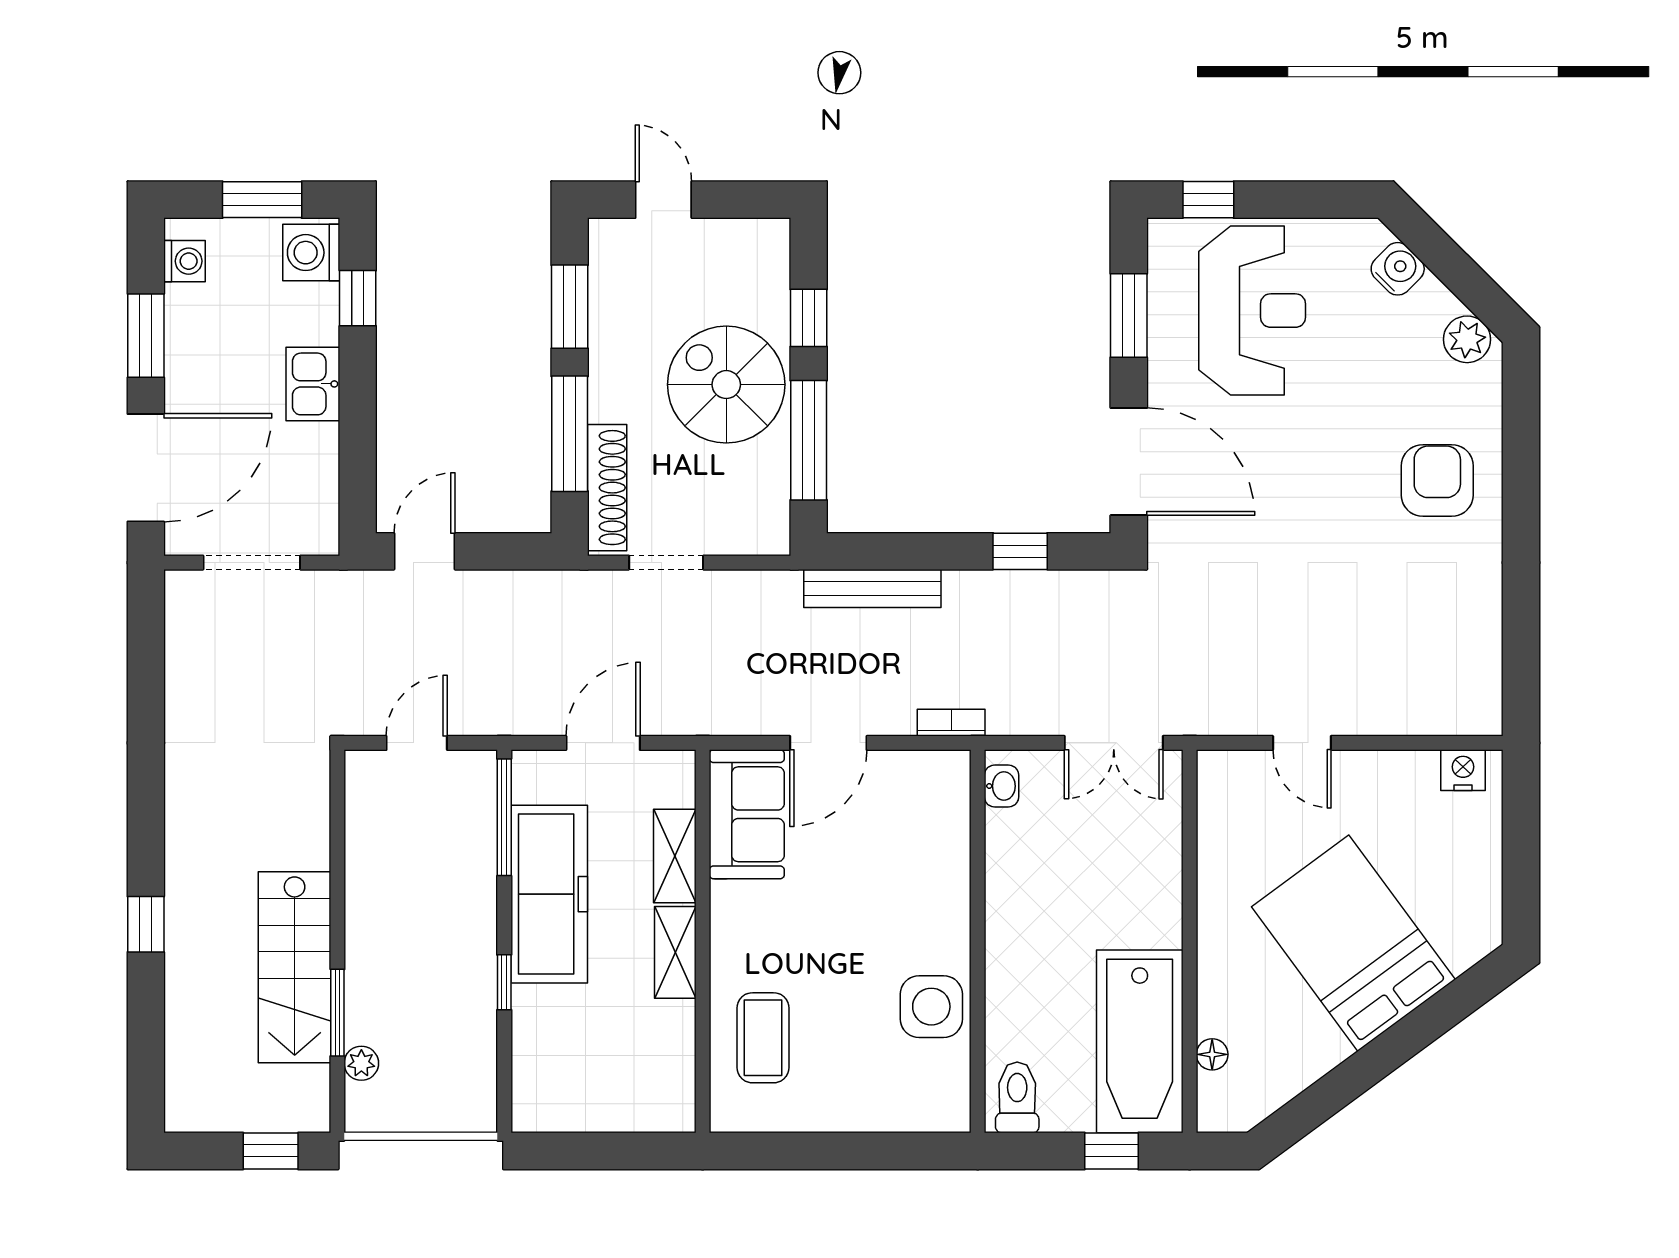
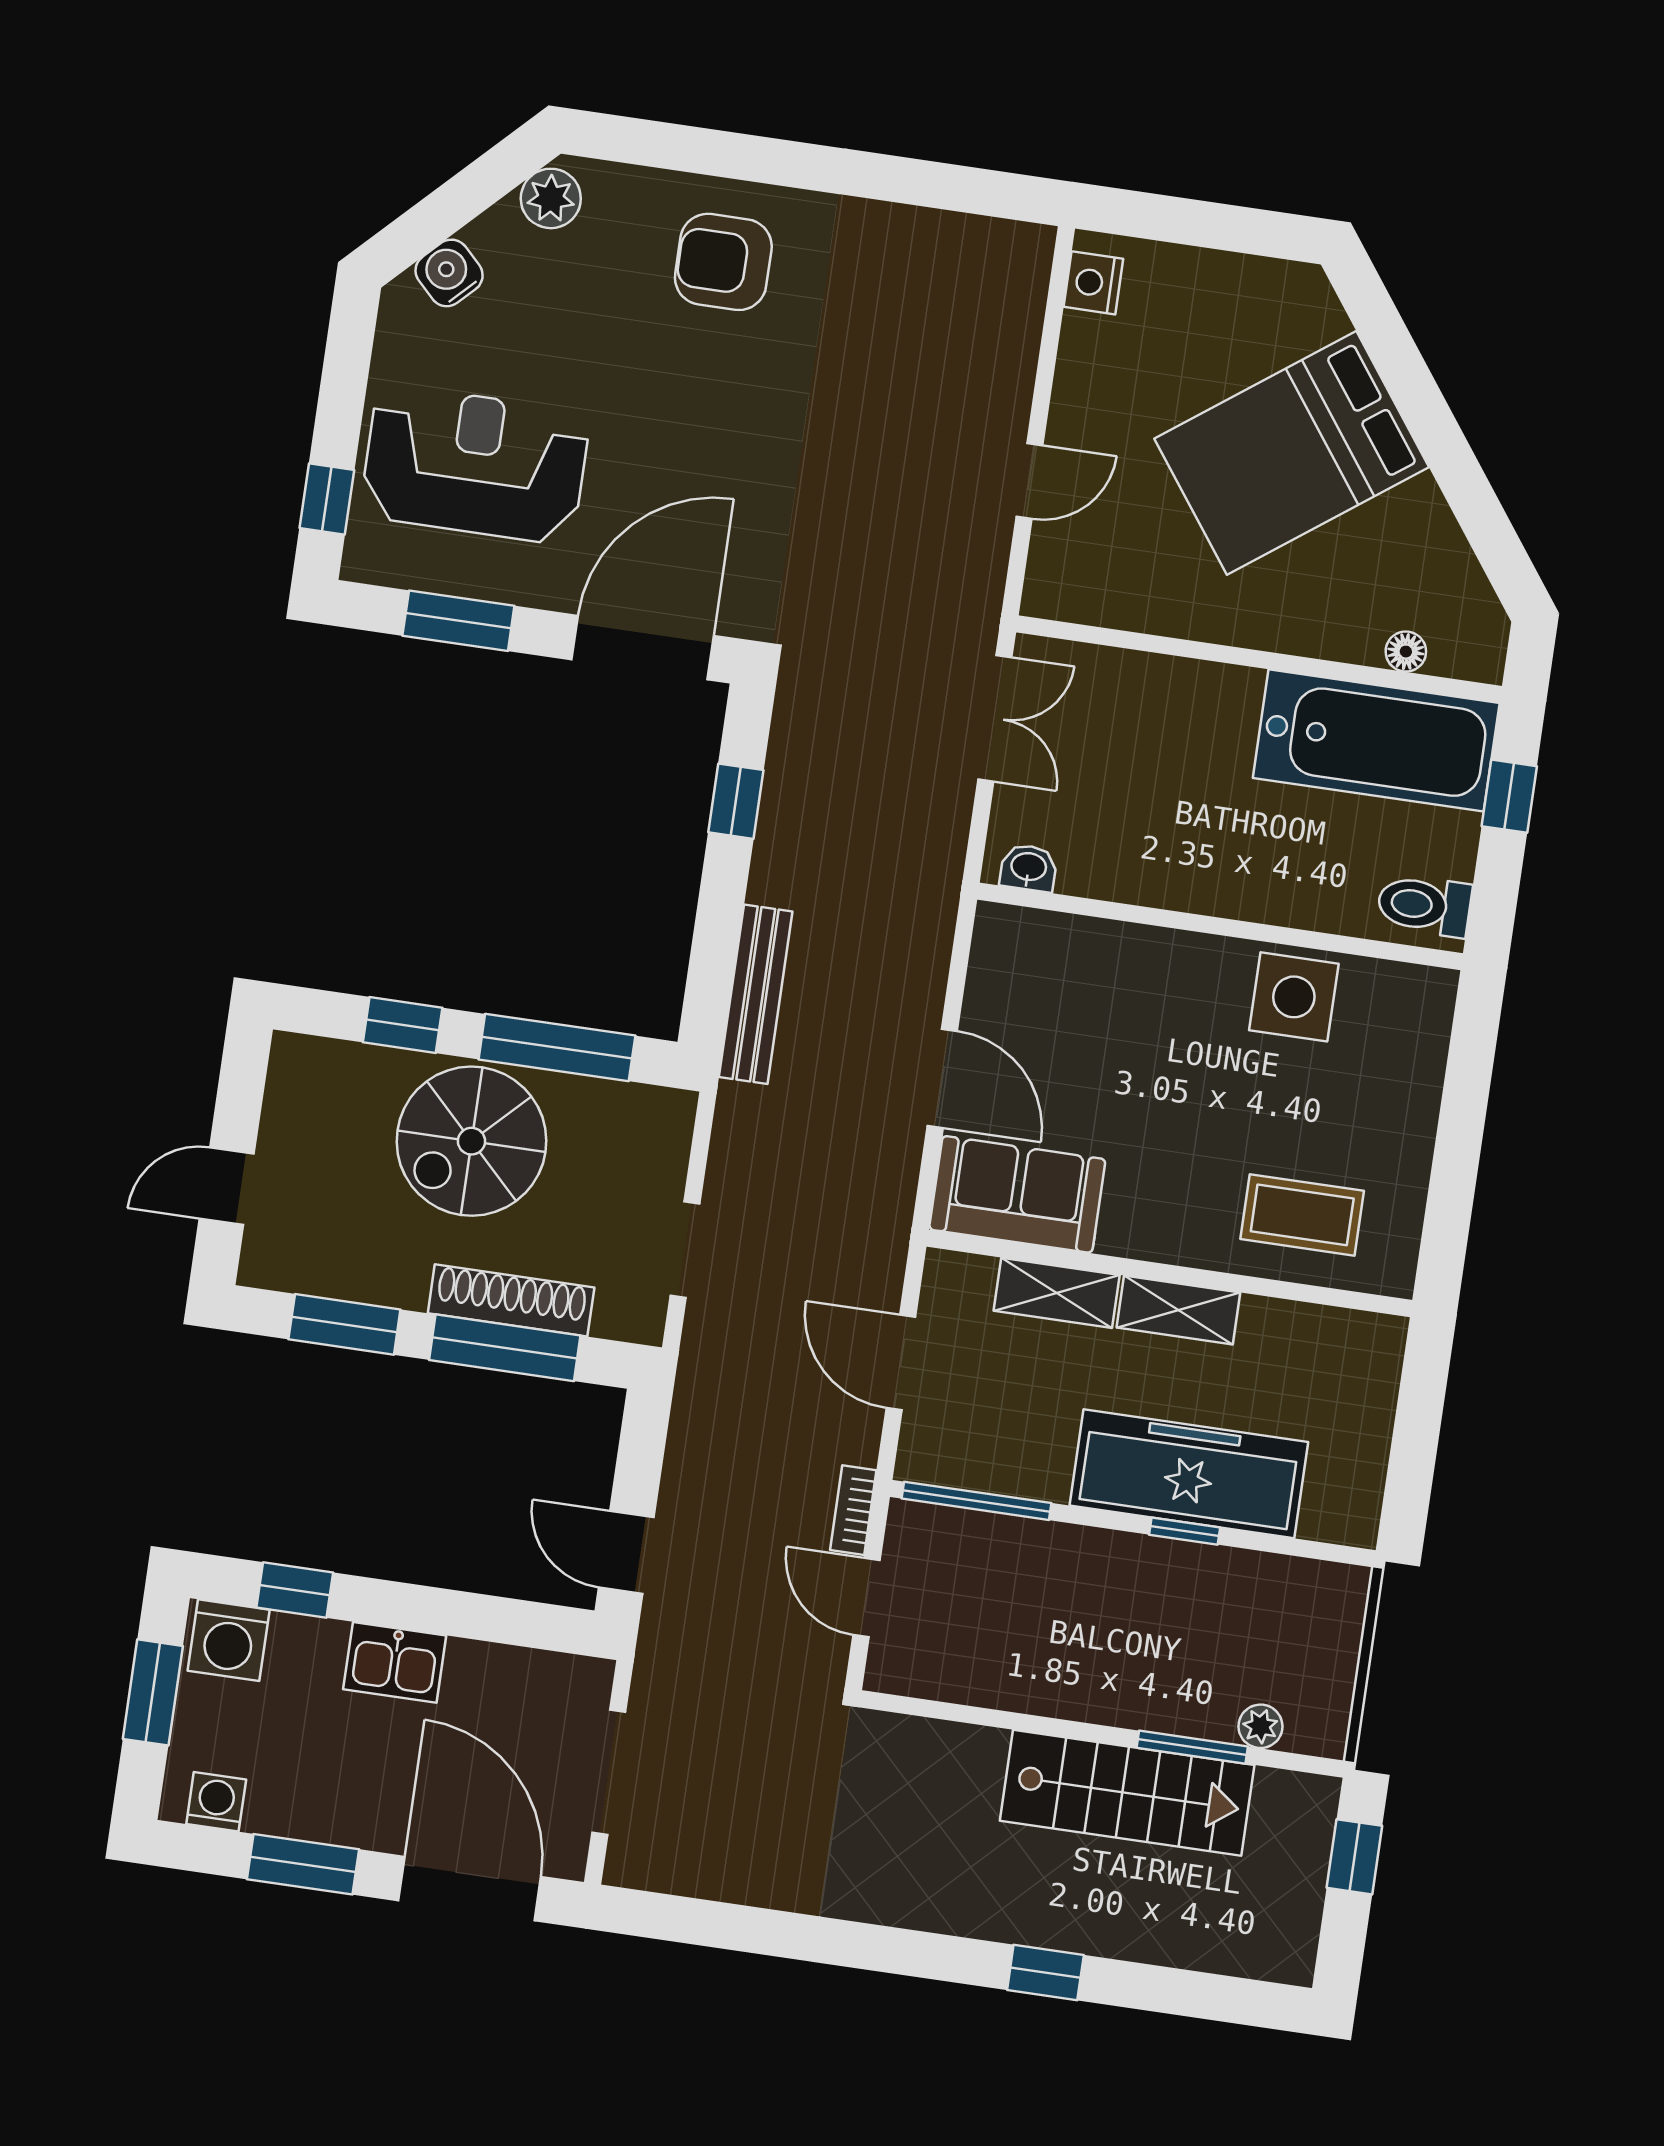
shoe rack: (607, 488) -> (511, 1300), moved
bookcase: (951, 723) -> (853, 1510), moved
freezer: (549, 894) -> (1189, 1474), moved

